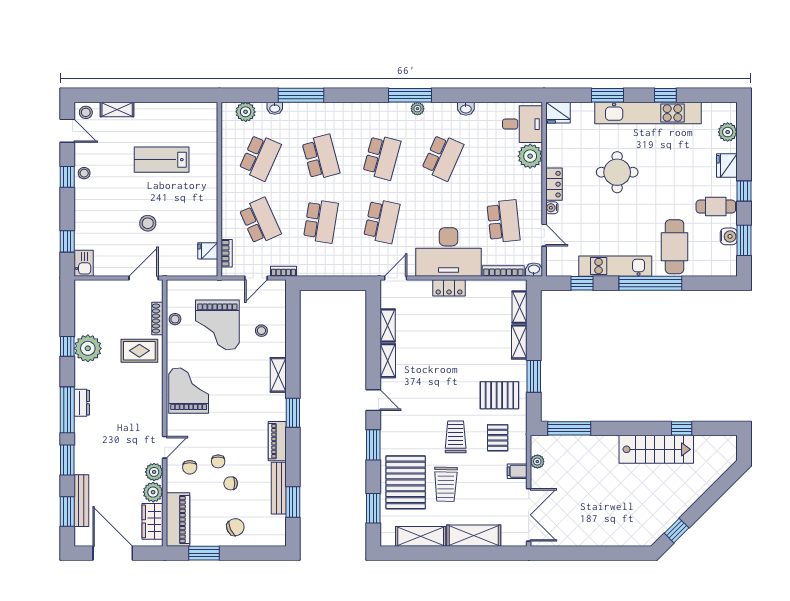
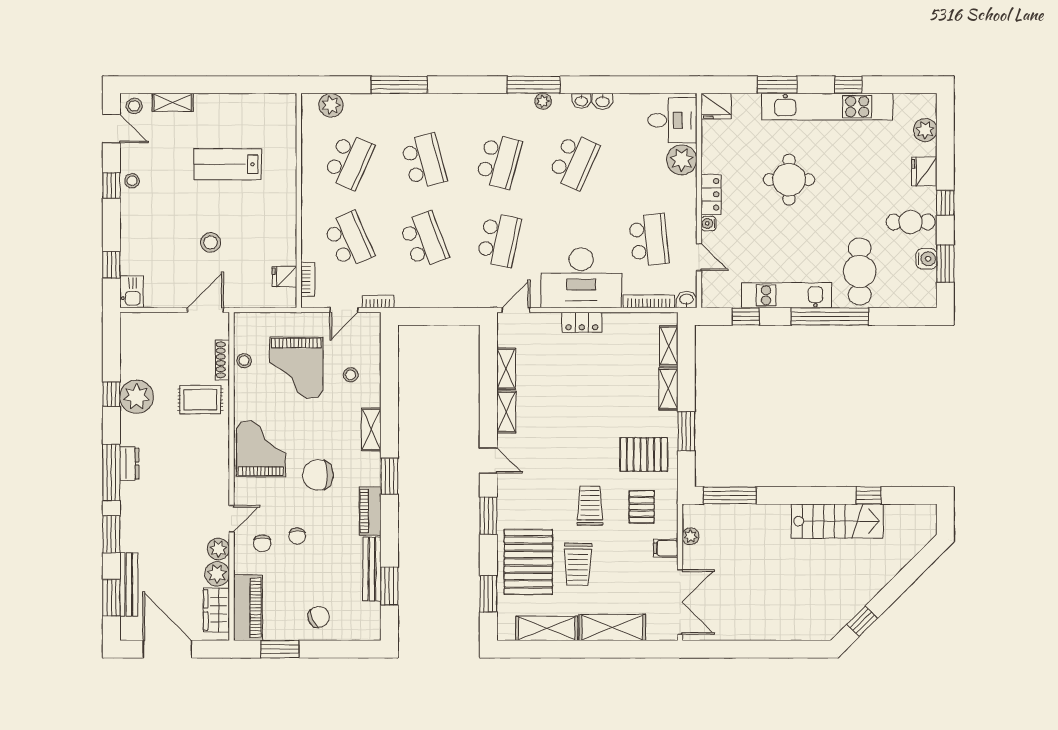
washbasin: (275, 108) -> (581, 101), moved
school desk: (321, 221) -> (424, 240), turned -30
chair: (231, 483) -> (318, 475), moved, width x1.87, depth x1.87

